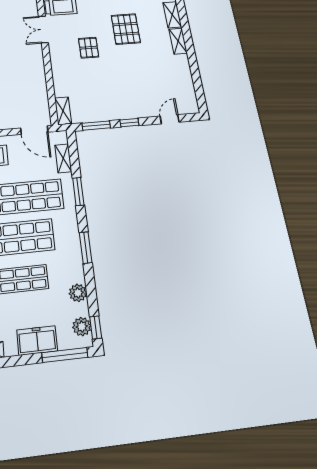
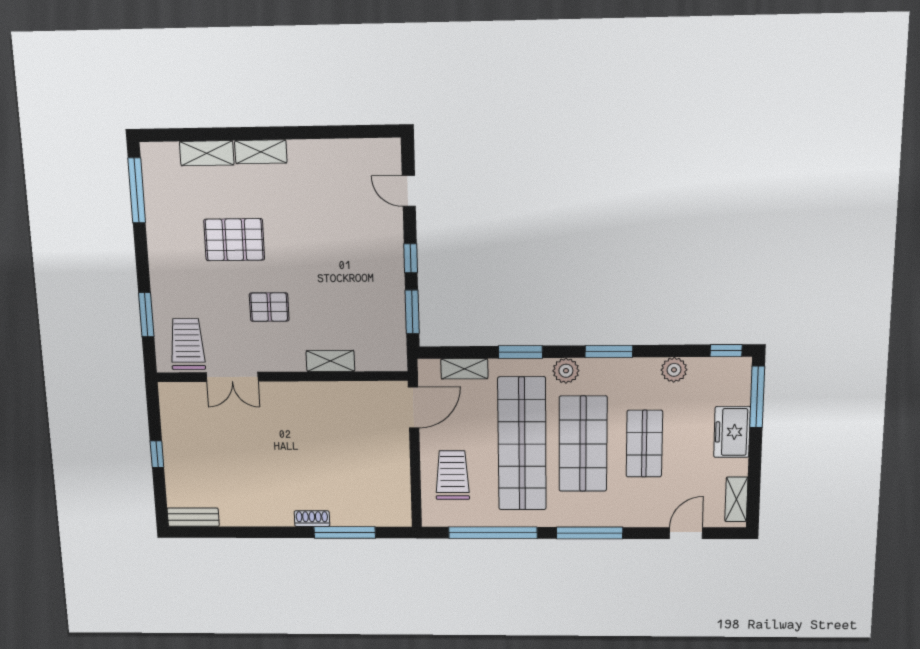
shelving: (63, 111) -> (330, 361), moved
plant: (82, 327) -> (566, 371), moved

